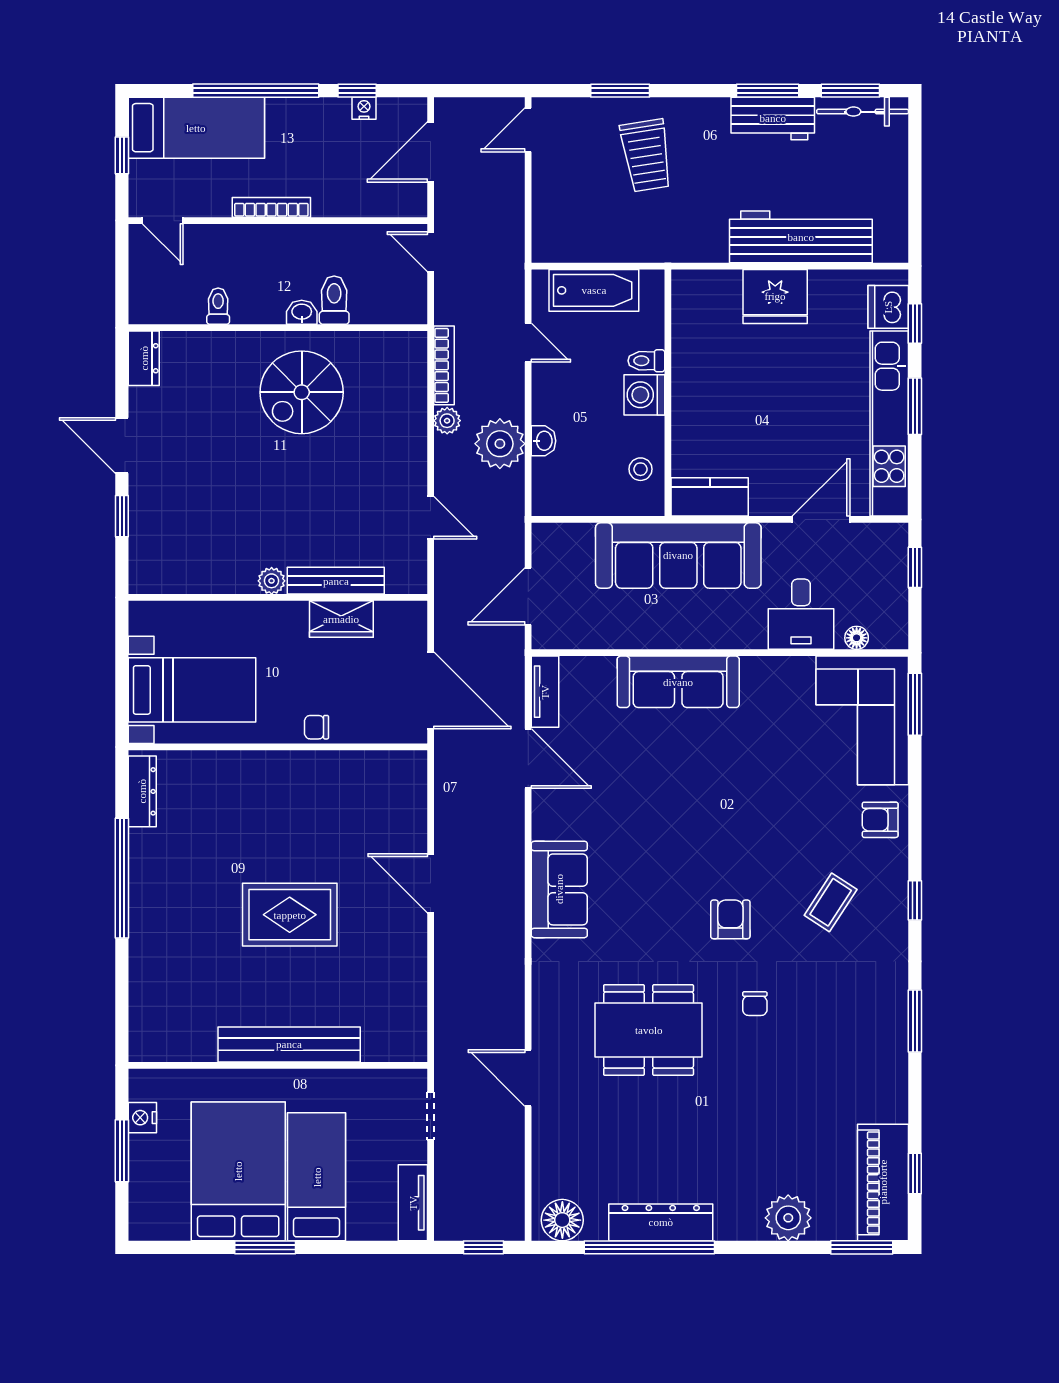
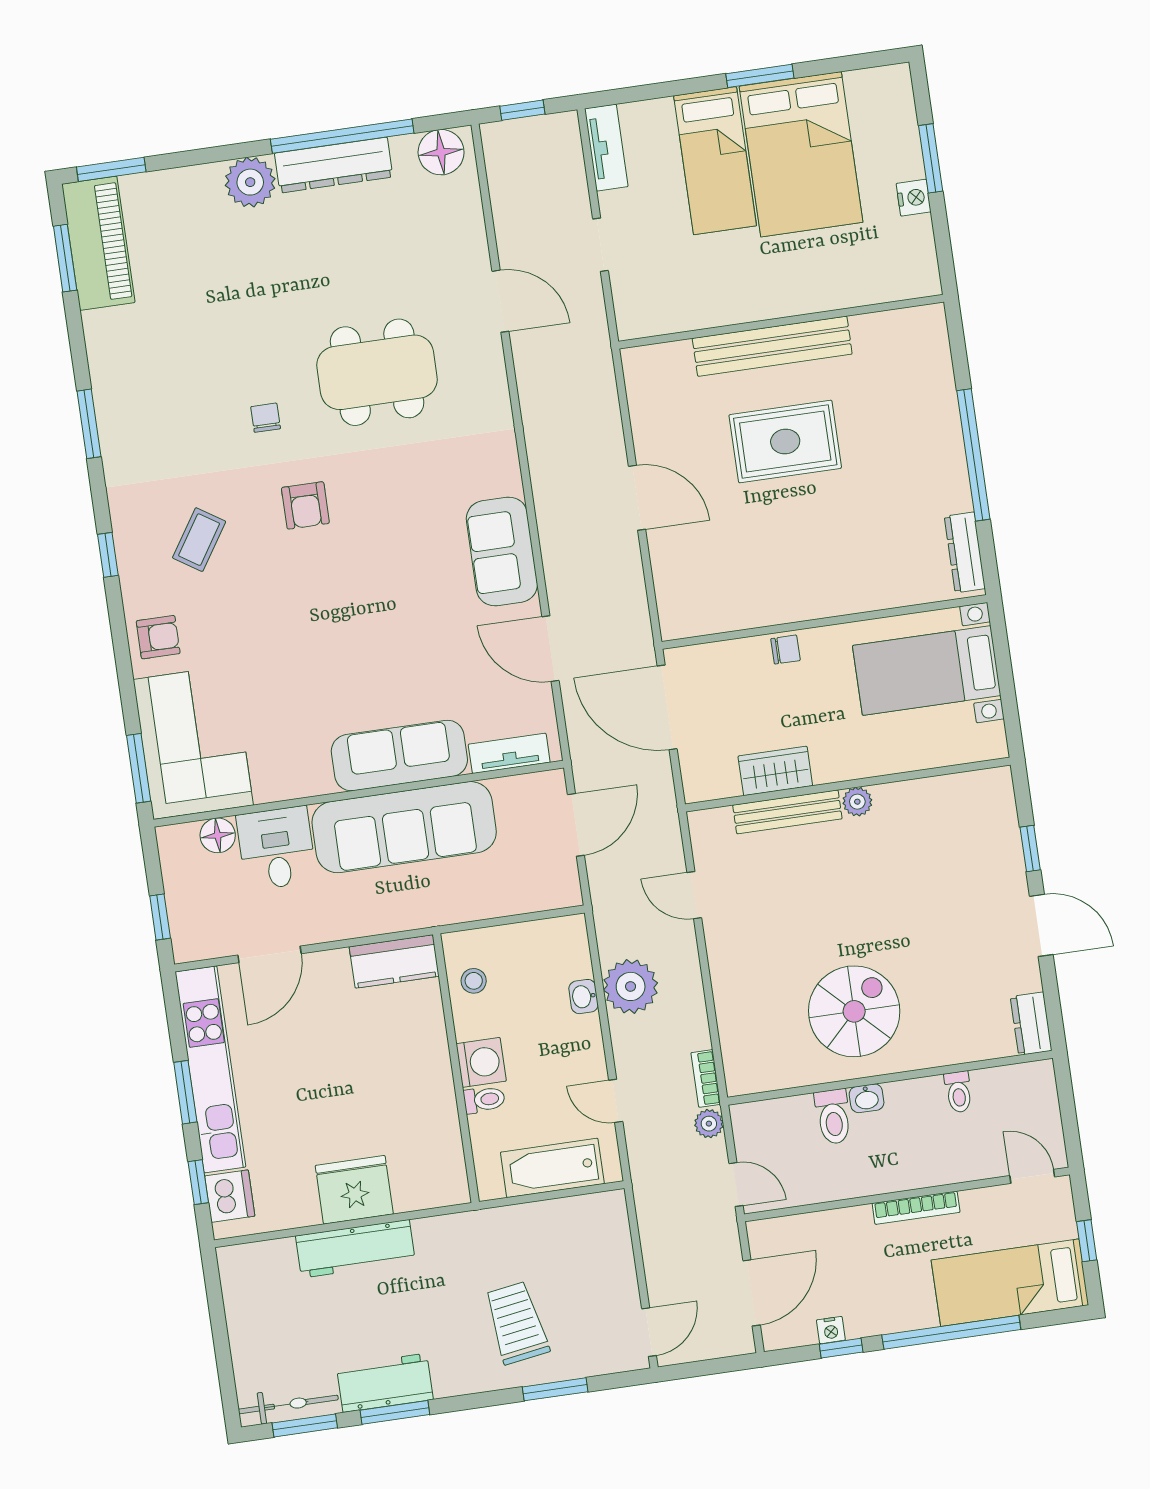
workbench: (801, 237) -> (355, 1249), width x0.73, depth x0.76
bookcase: (444, 365) -> (706, 1078), width x0.64
plant: (447, 421) -> (709, 1124), moved
sofa: (678, 555) -> (404, 827), moved, turned 180
floor lamp: (857, 638) -> (218, 835), width x1.37, depth x1.37
tv unit: (545, 692) -> (509, 753), moved, turned 90
sofa: (559, 889) -> (502, 551), moved
bench: (289, 1044) -> (772, 346), moved
wall: (278, 1065) -> (781, 322), moved
window: (915, 1173) -> (65, 258), width x1.50
plant: (788, 1218) -> (250, 182), moved

